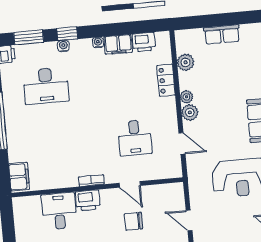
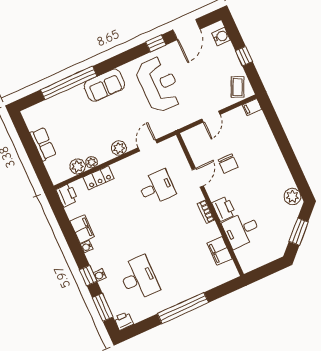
printer: (144, 42) -> (67, 195), moved
plant: (187, 97) -> (92, 162), moved
filing cabinet: (19, 177) -> (220, 251), moved, turned -90

